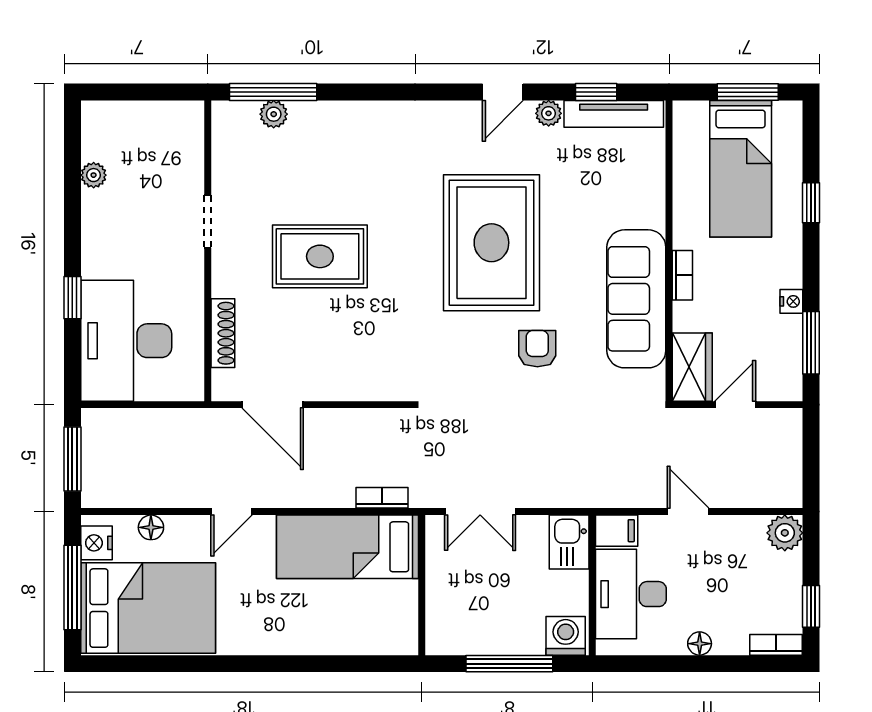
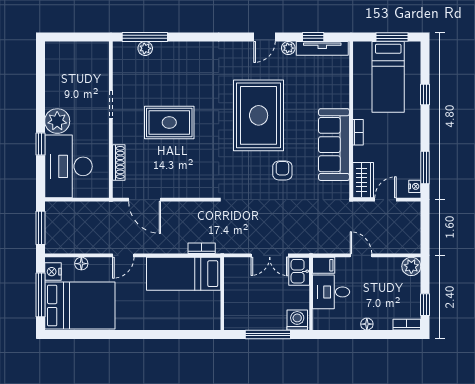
plant: (94, 175) -> (57, 121), moved, width x1.88, depth x1.88
nightstand: (791, 301) -> (415, 186), moved
double door: (480, 512) -> (270, 255), moved
desk: (631, 594) -> (331, 292), width x0.73

